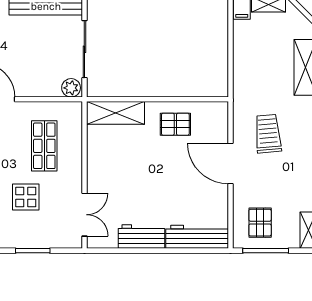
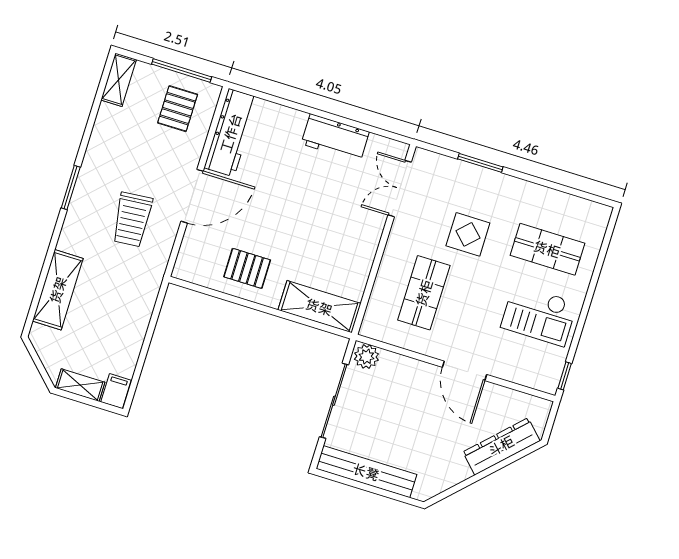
door: (230, 164) -> (192, 196), hinge flipped
workbench: (197, 237) -> (231, 133), moved, turned -90

